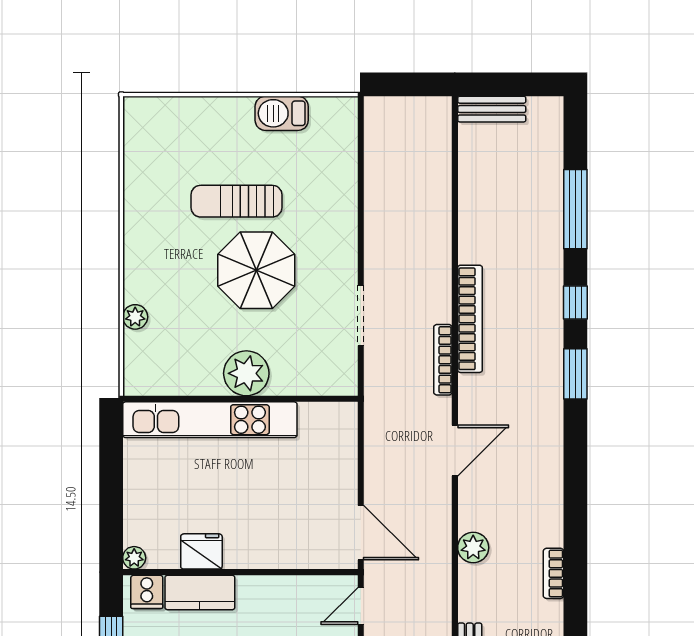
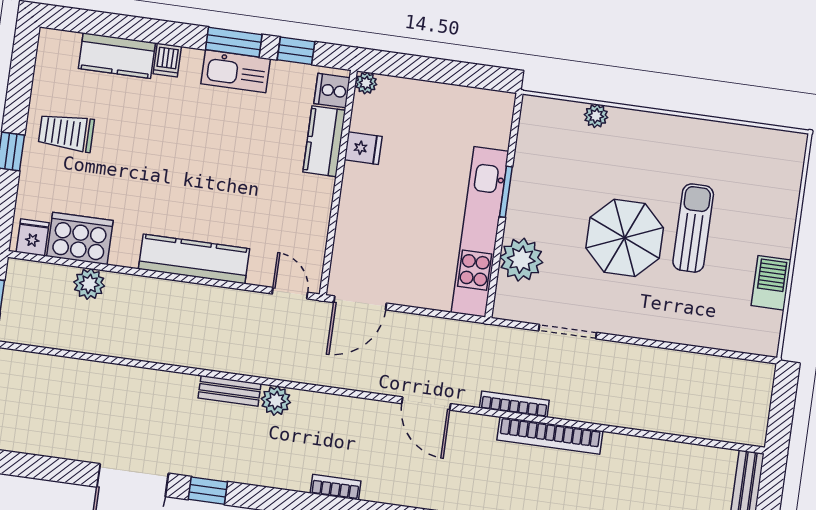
plant: (246, 373) -> (521, 260), moved
window: (226, 399) -> (506, 192), added
kitchen unit: (210, 420) -> (480, 232), moved
plant: (473, 548) -> (276, 401), moved
fridge: (201, 551) -> (363, 148), width x0.72
bookcase: (553, 573) -> (336, 487), moved

